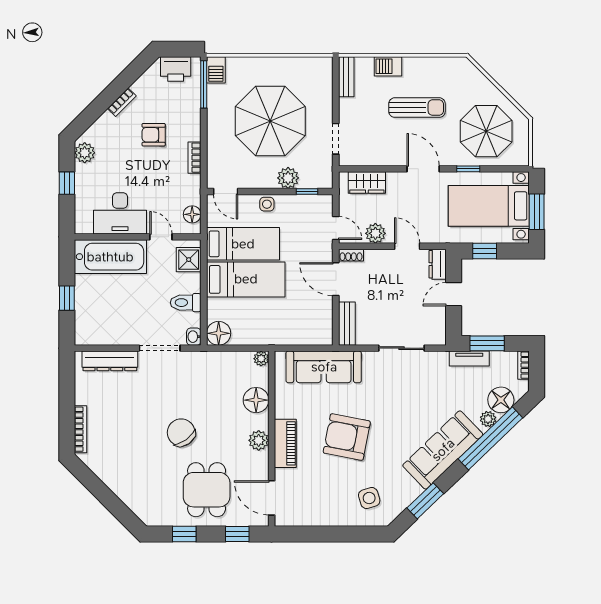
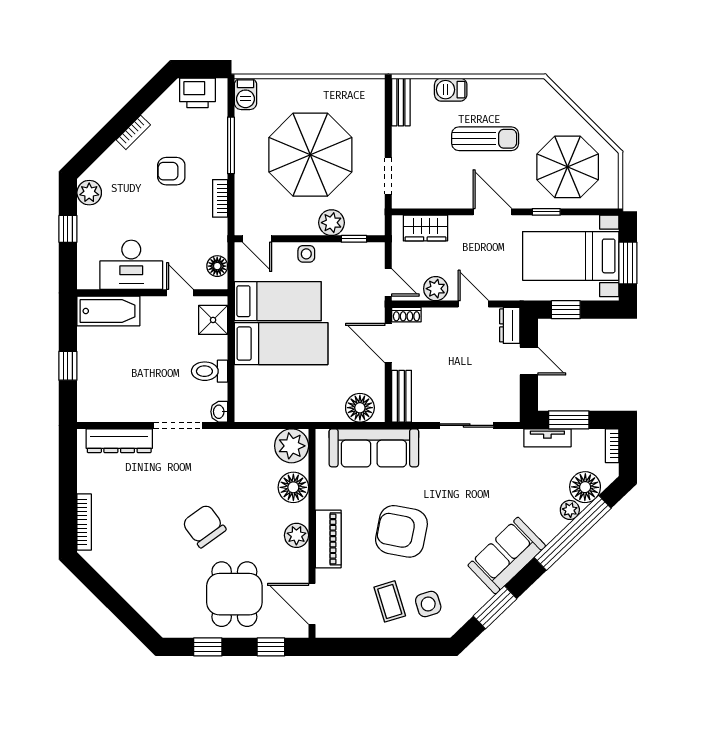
window: (204, 84) -> (231, 145), moved
bathtub: (110, 257) -> (108, 311), width x0.73, depth x0.73
door: (454, 294) -> (529, 361), swing flipped
floor lamp: (219, 333) -> (360, 408), moved
plant: (261, 359) -> (292, 446), width x1.88, depth x1.88
sofa: (443, 450) -> (507, 556), width x0.73
coffee table: (337, 496) -> (390, 601), added

